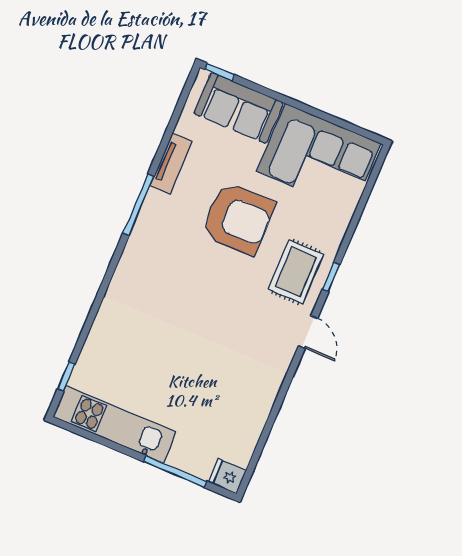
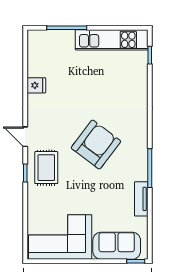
armchair: (238, 218) -> (96, 145), moved, turned 127
fridge: (227, 476) -> (36, 85), moved

